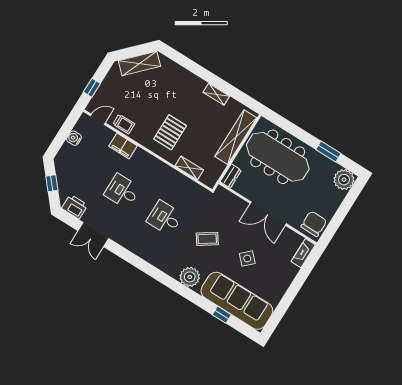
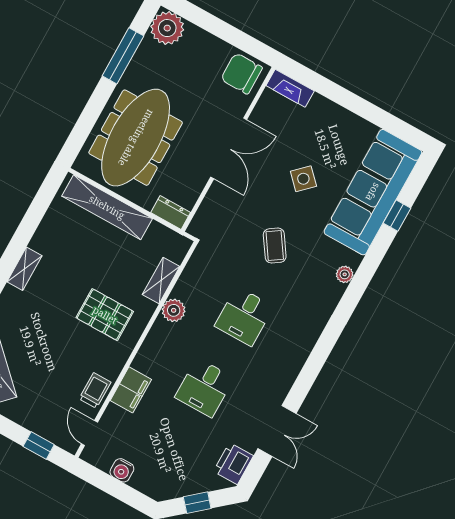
shelving: (216, 94) -> (24, 269), moved
window: (328, 152) -> (123, 56), width x1.44
plant: (171, 175) -> (174, 310), added
plant: (190, 277) -> (345, 274), width x0.53, depth x0.53

